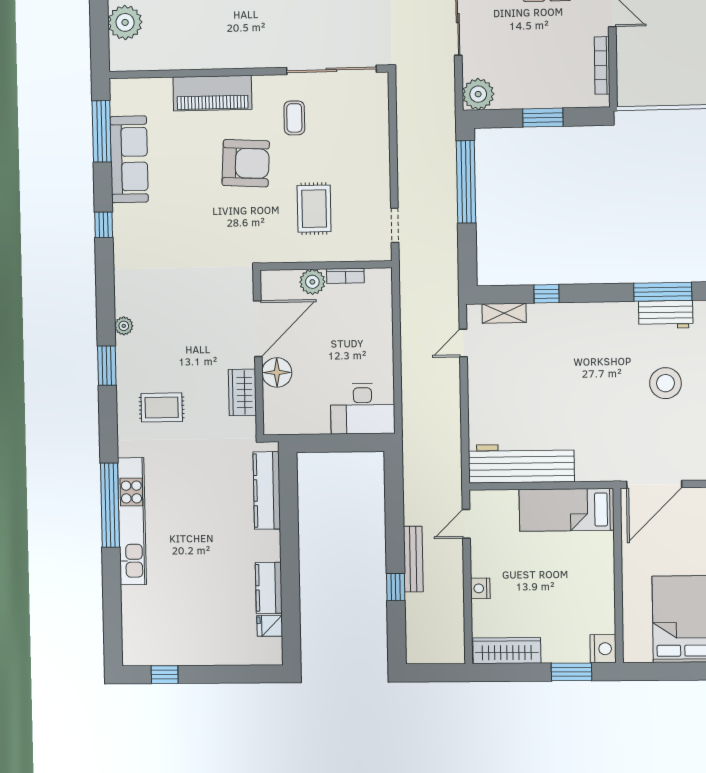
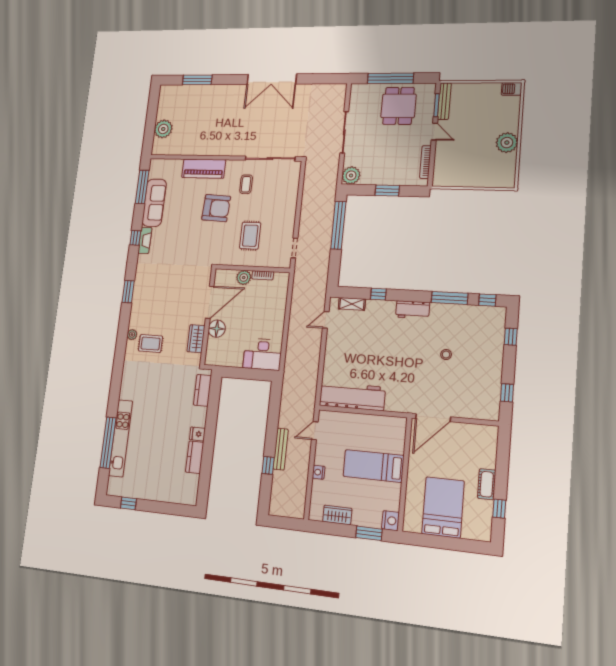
fireplace: (122, 228) -> (145, 240), added
workbench: (666, 314) -> (413, 310), moved
plant: (124, 326) -> (132, 335), moved
window: (107, 366) -> (128, 292), moved
stool: (665, 383) -> (446, 355), width x0.53, depth x0.53
kitchen counter: (267, 490) -> (202, 390), width x0.67
window: (110, 505) -> (108, 443), moved
bed: (567, 510) -> (373, 466), moved
kitchen unit: (132, 521) -> (121, 438), moved
fridge: (270, 626) -> (197, 434), moved
wardrobe: (507, 651) -> (337, 515), width x0.67

